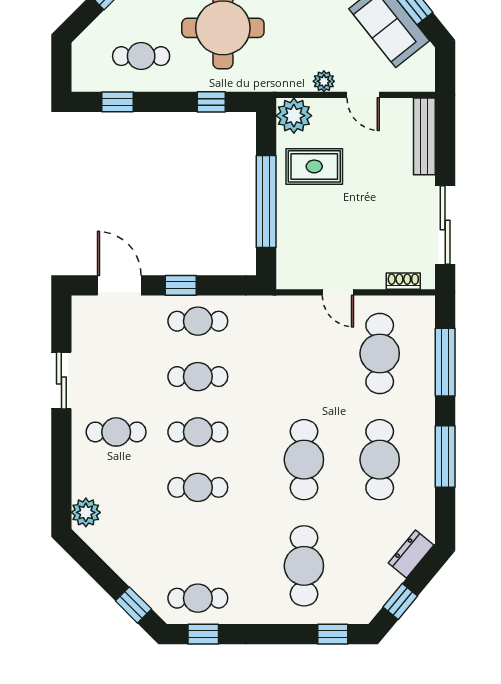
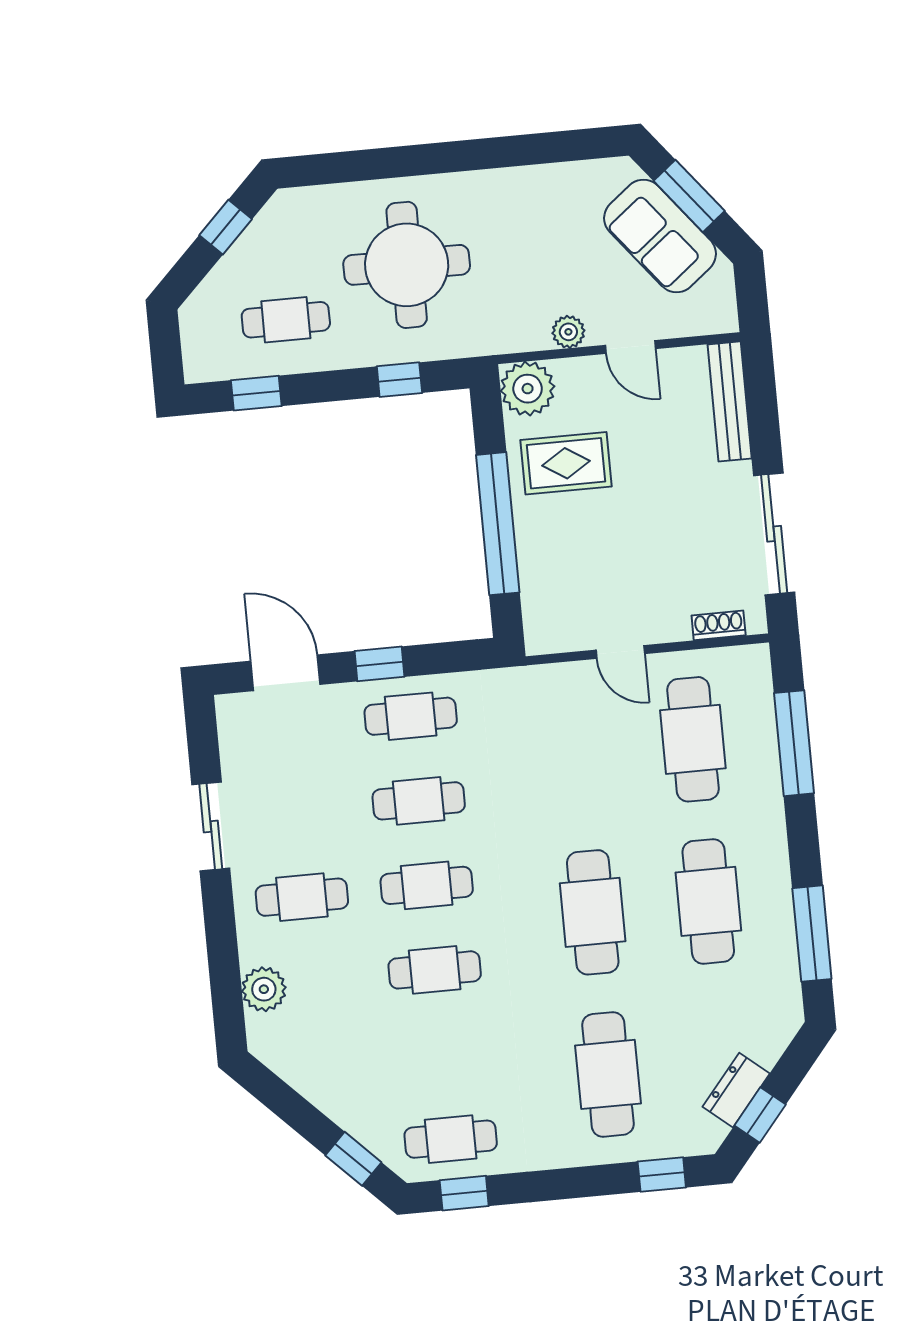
window: (445, 456) -> (812, 934), moved
plant: (86, 512) -> (264, 989), moved
dresser: (411, 554) -> (736, 1090), moved

